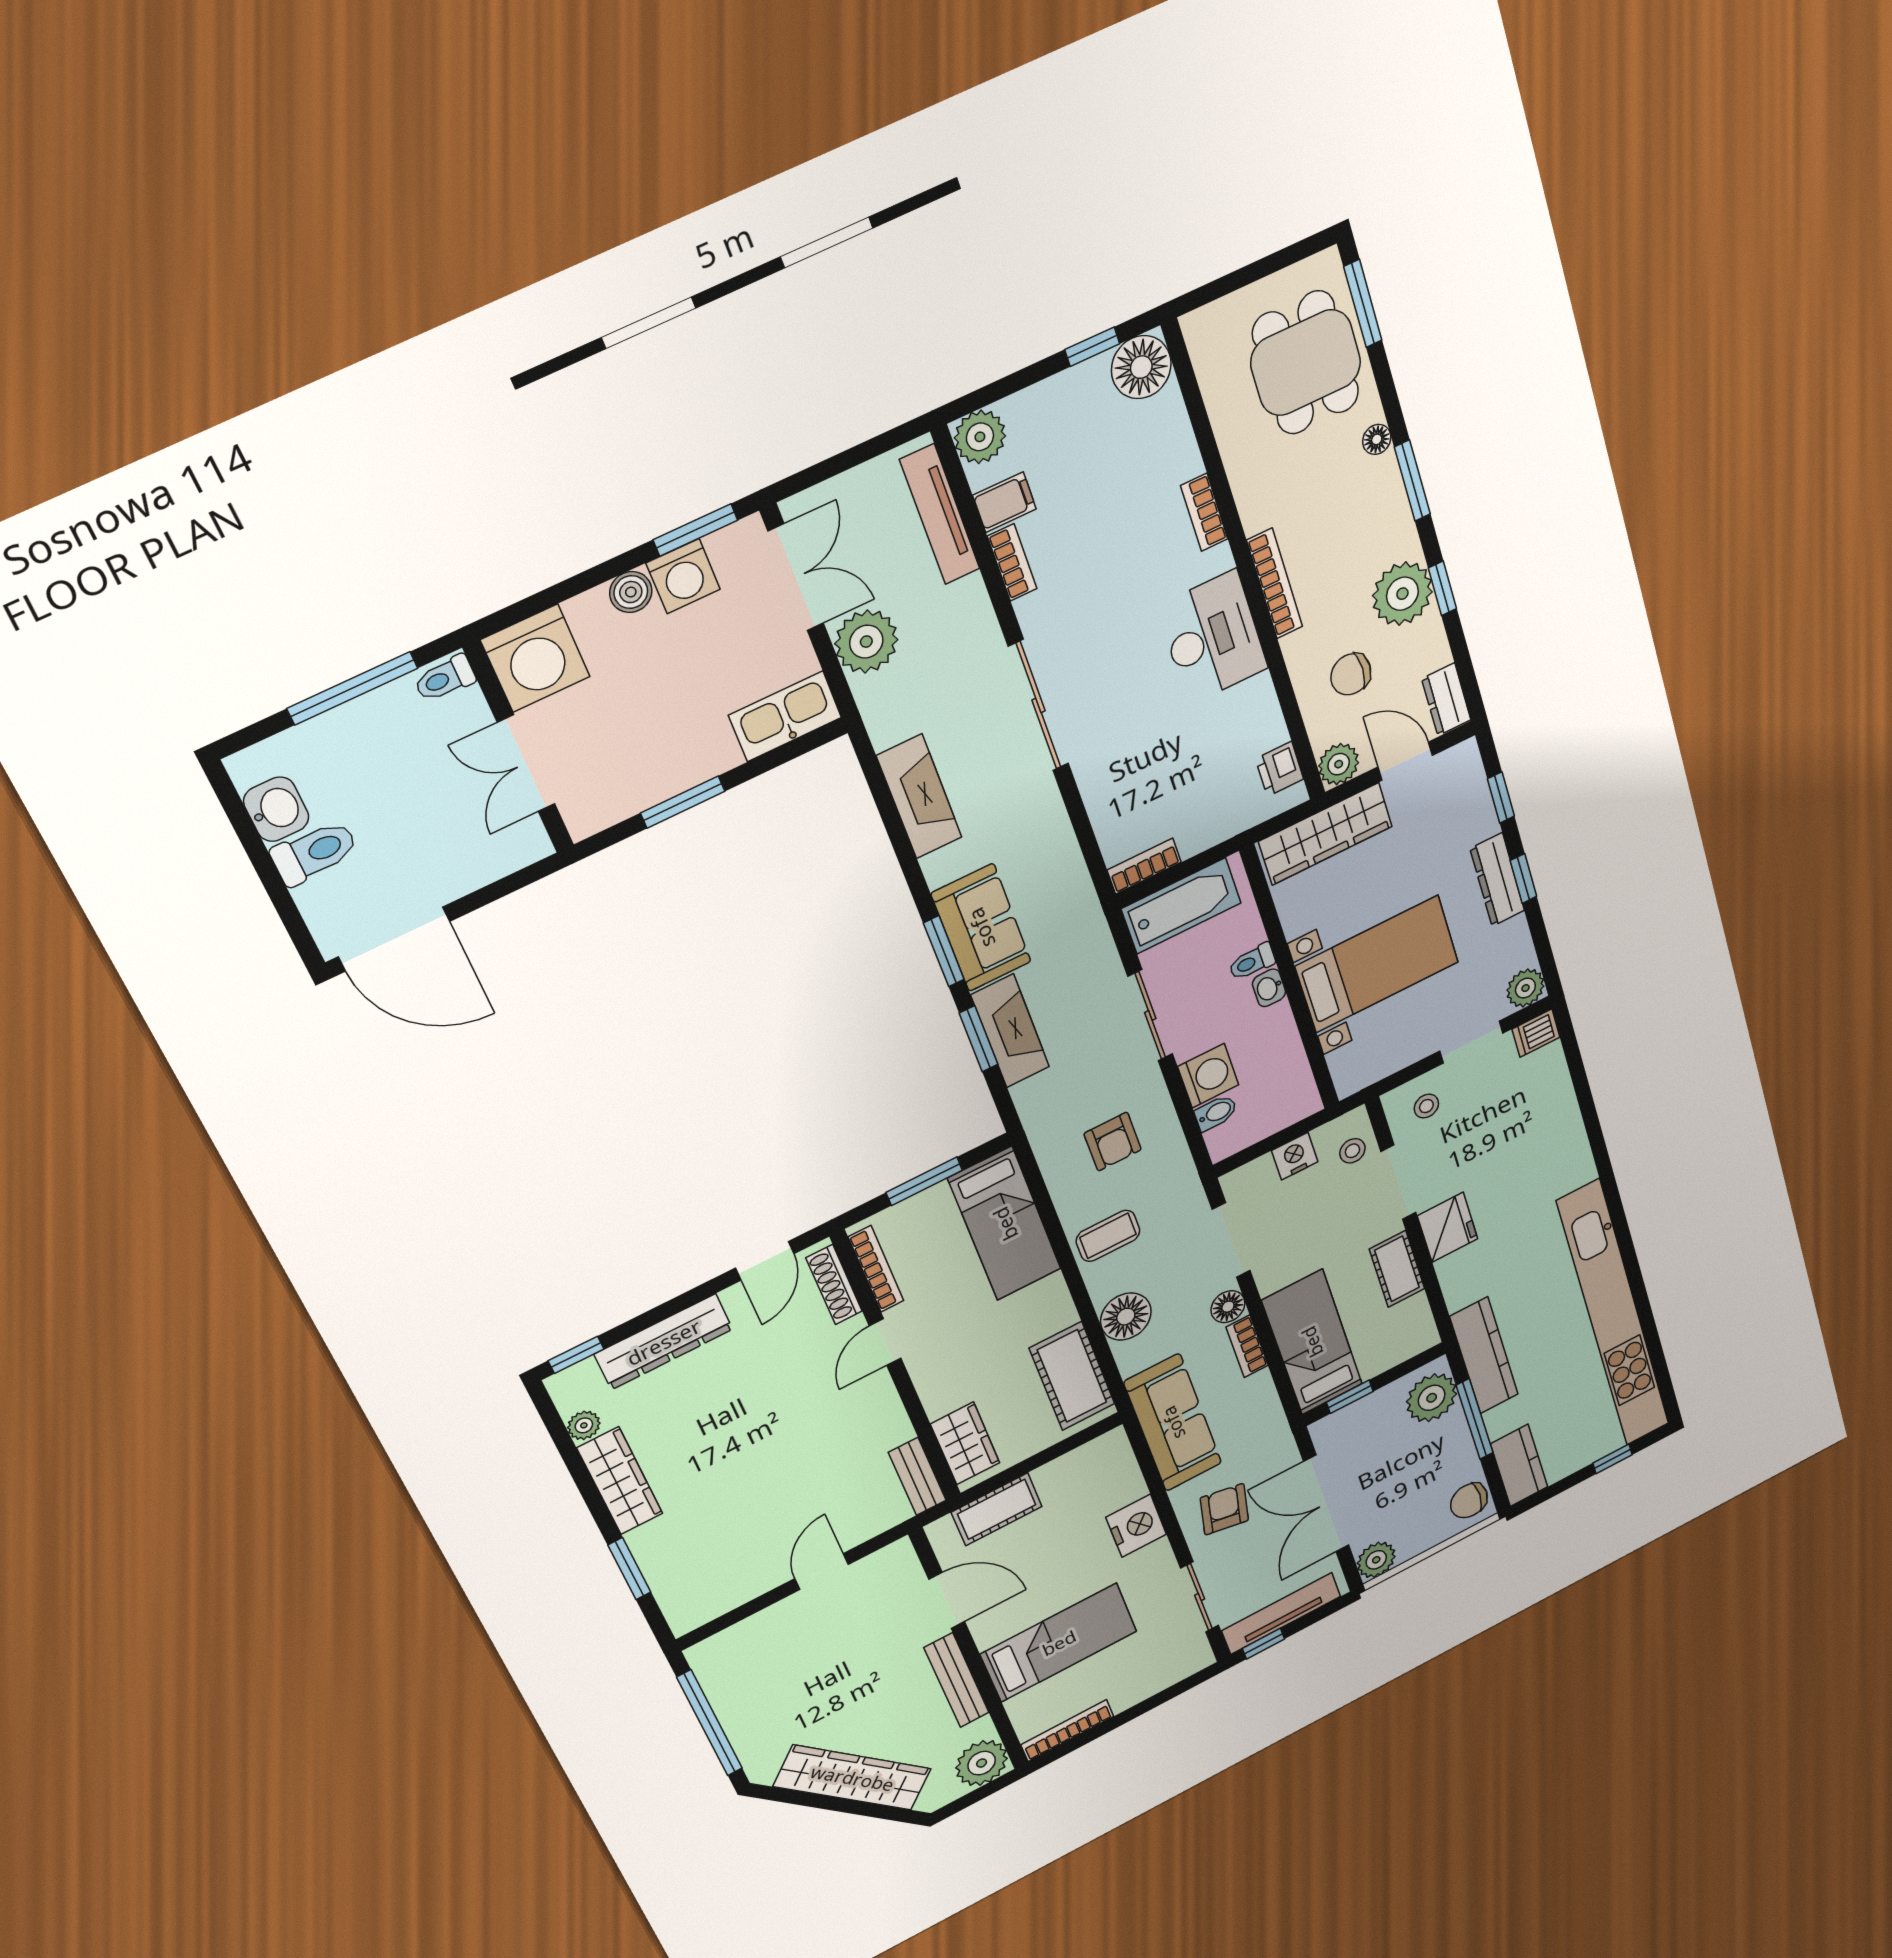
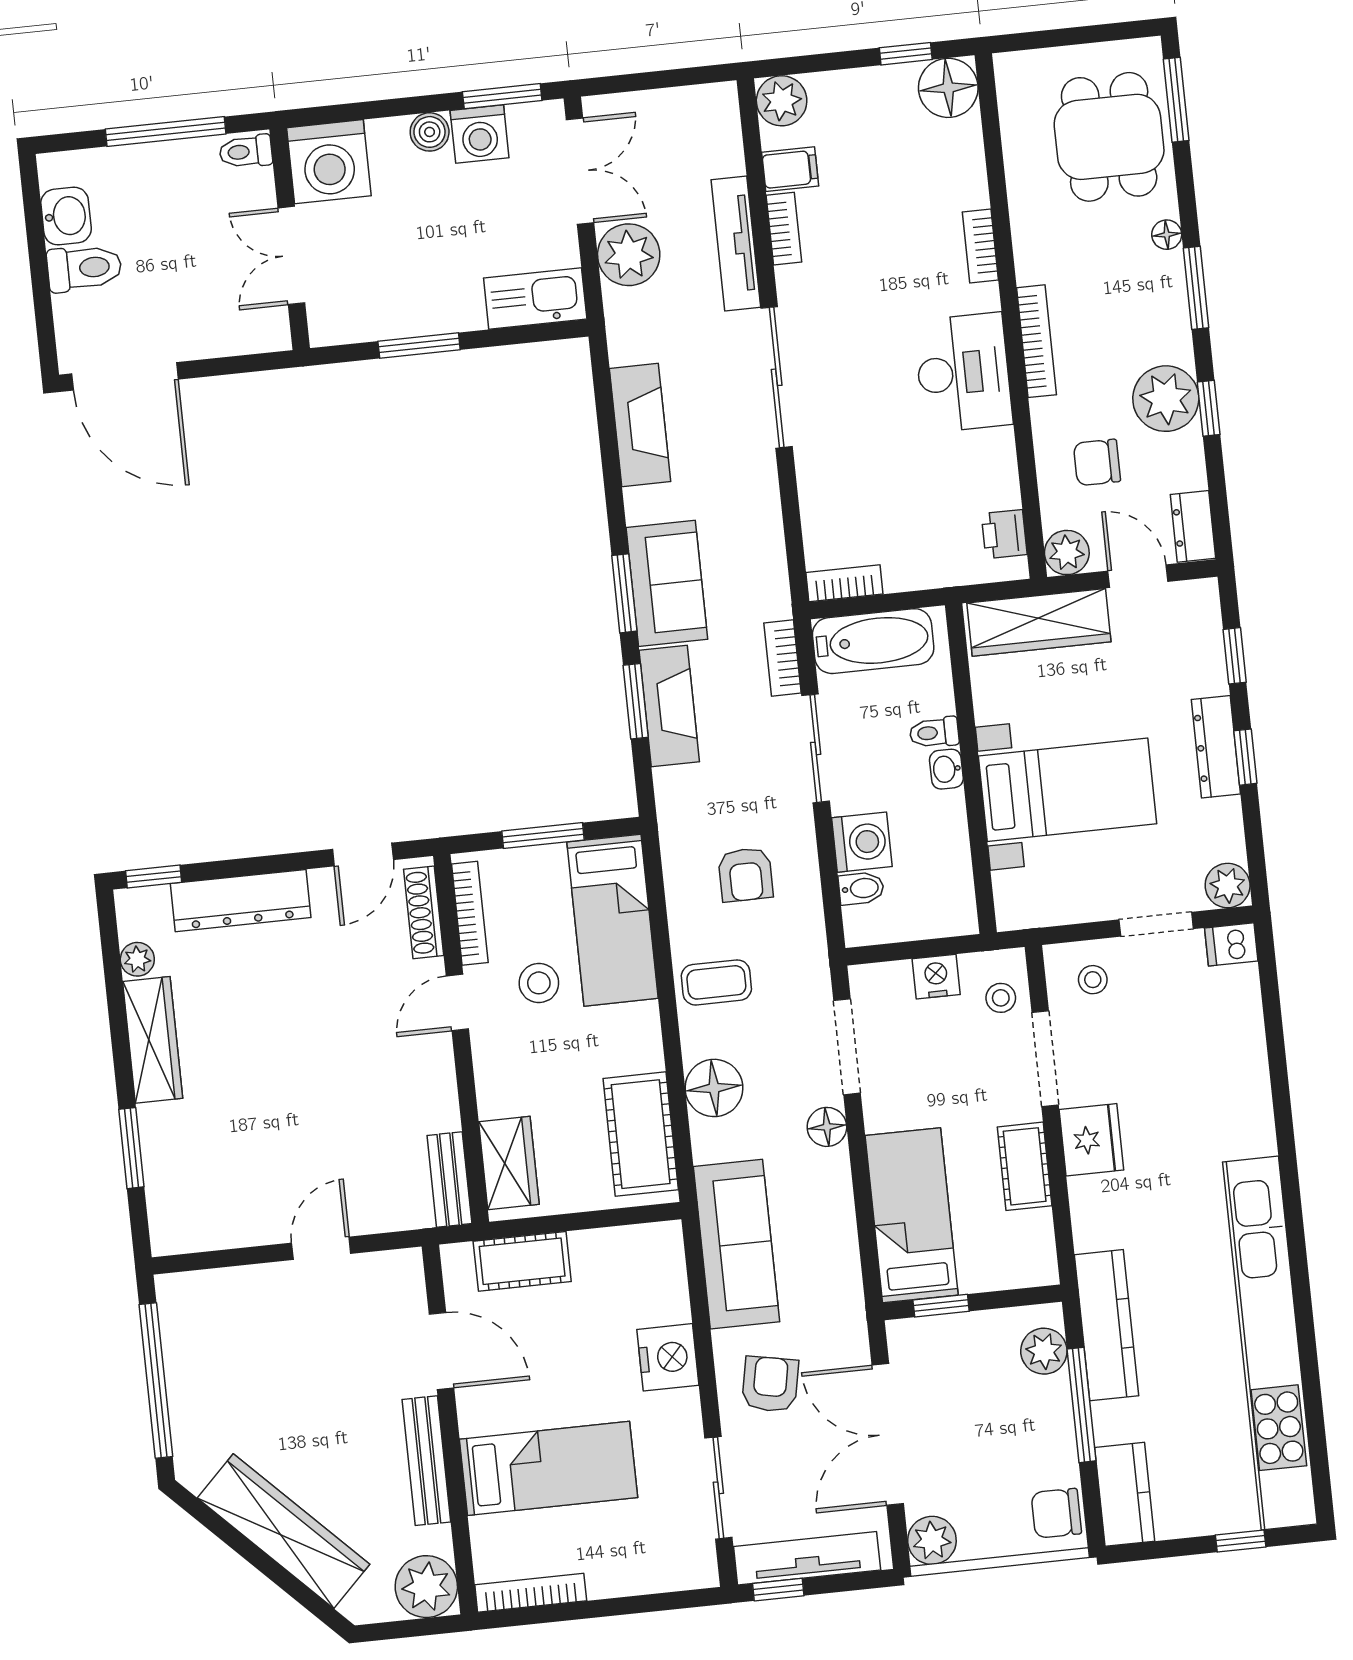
tv unit: (940, 514) -> (736, 244), moved
stool: (953, 1298) -> (539, 983), added
bookcase: (1247, 1346) -> (783, 658), moved
plant: (1432, 1398) -> (1044, 1351), width x0.73, depth x0.73

